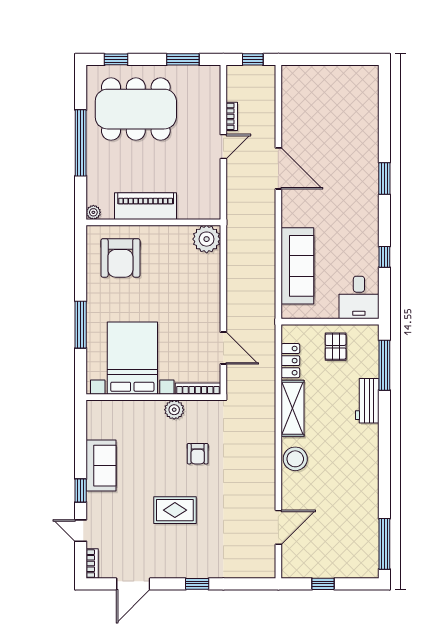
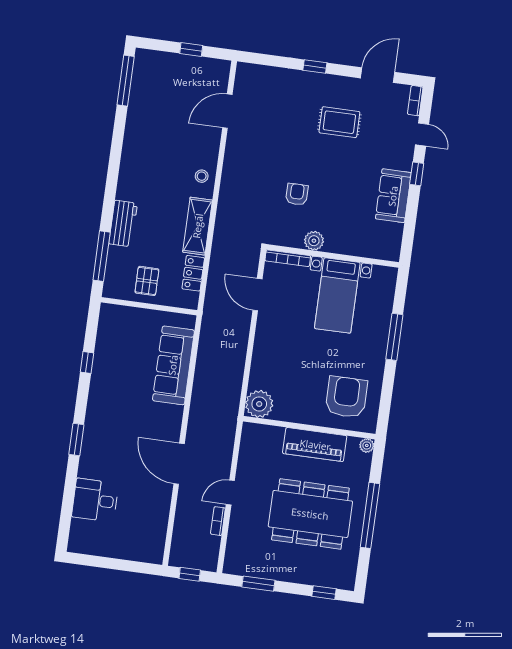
dining table: (136, 109) -> (310, 514), moved
desk: (359, 297) -> (95, 500), moved, turned -90
bed with nightstands: (132, 358) -> (337, 295), width x0.73
stool: (295, 459) -> (202, 176), width x0.53, depth x0.53
rug: (175, 510) -> (339, 122), moved

